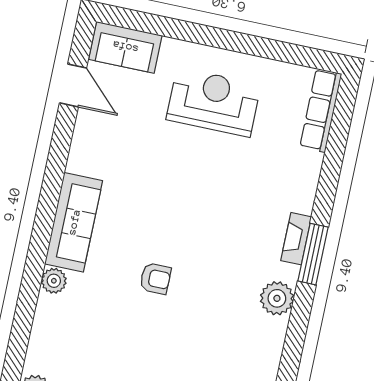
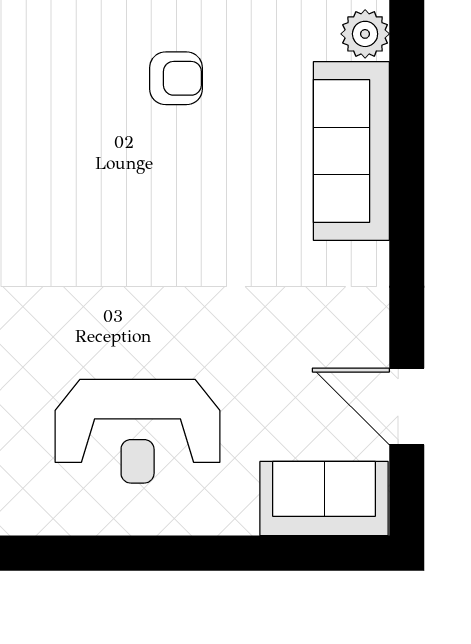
armchair: (155, 279) -> (176, 78), turned 180

